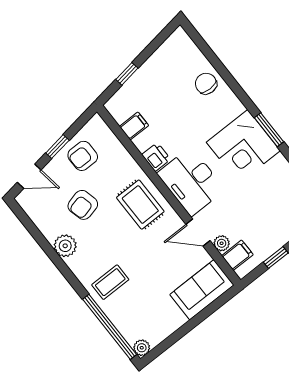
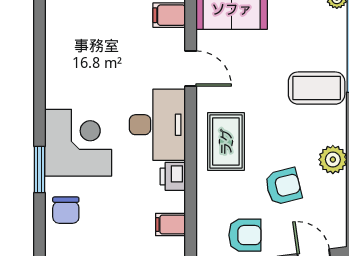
window: (269, 130) -> (39, 169), moved
corner desk: (243, 146) -> (78, 143), moved
plant: (222, 243) -> (176, 39), removed
coffee table: (110, 282) -> (317, 88), width x1.36, depth x1.30

